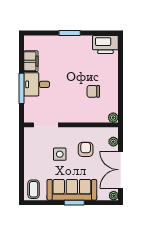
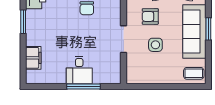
window: (70, 33) -> (23, 22), moved
filing cabinet: (31, 61) -> (33, 58), moved, turned 90
doorway: (46, 125) -> (123, 39), moved

